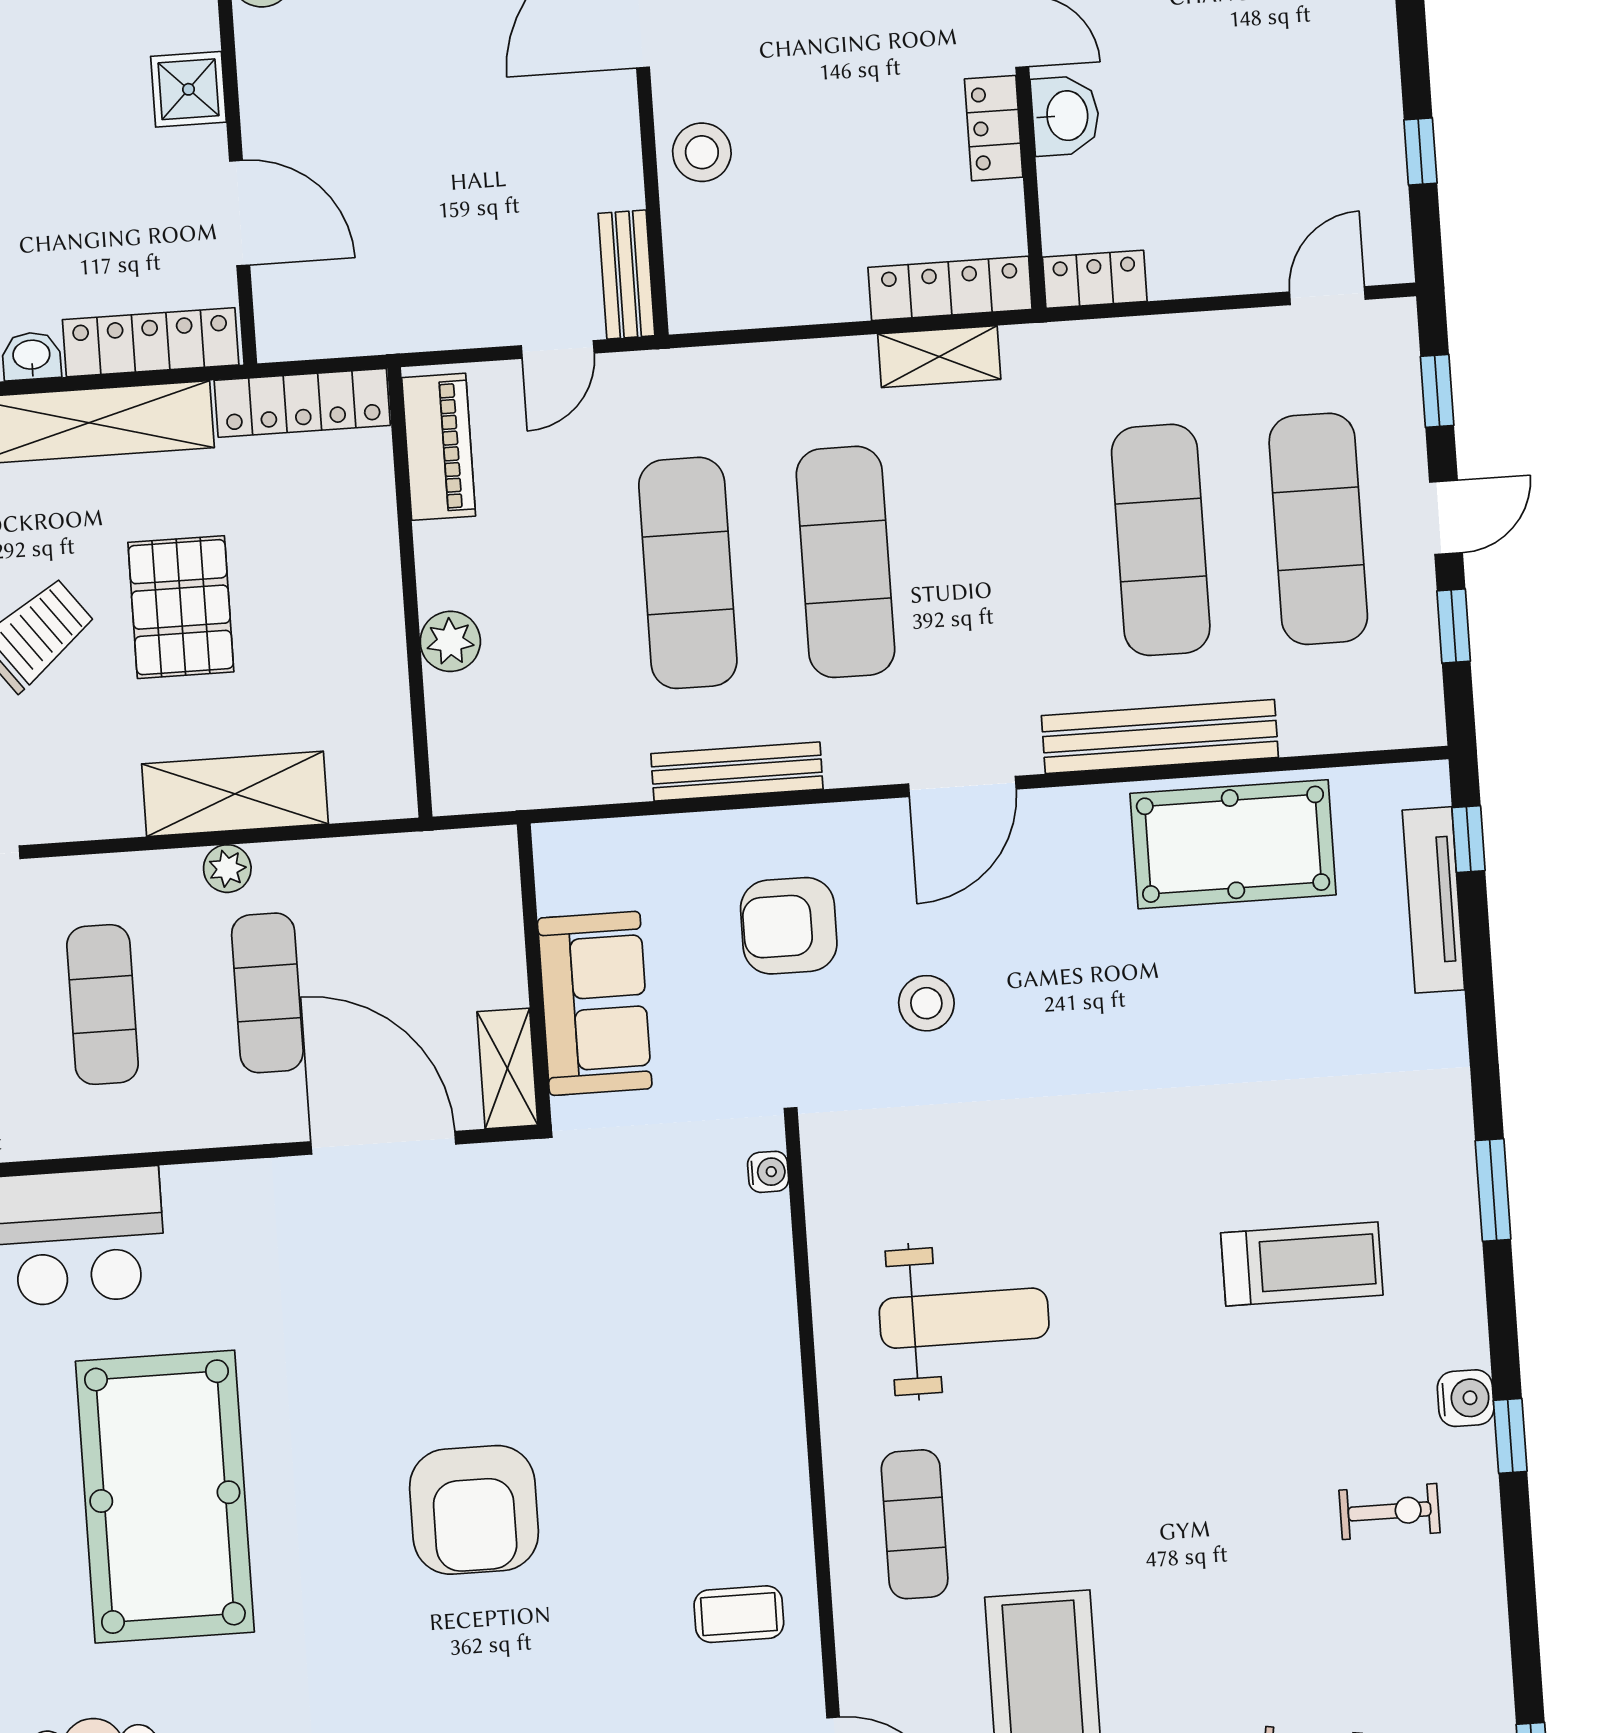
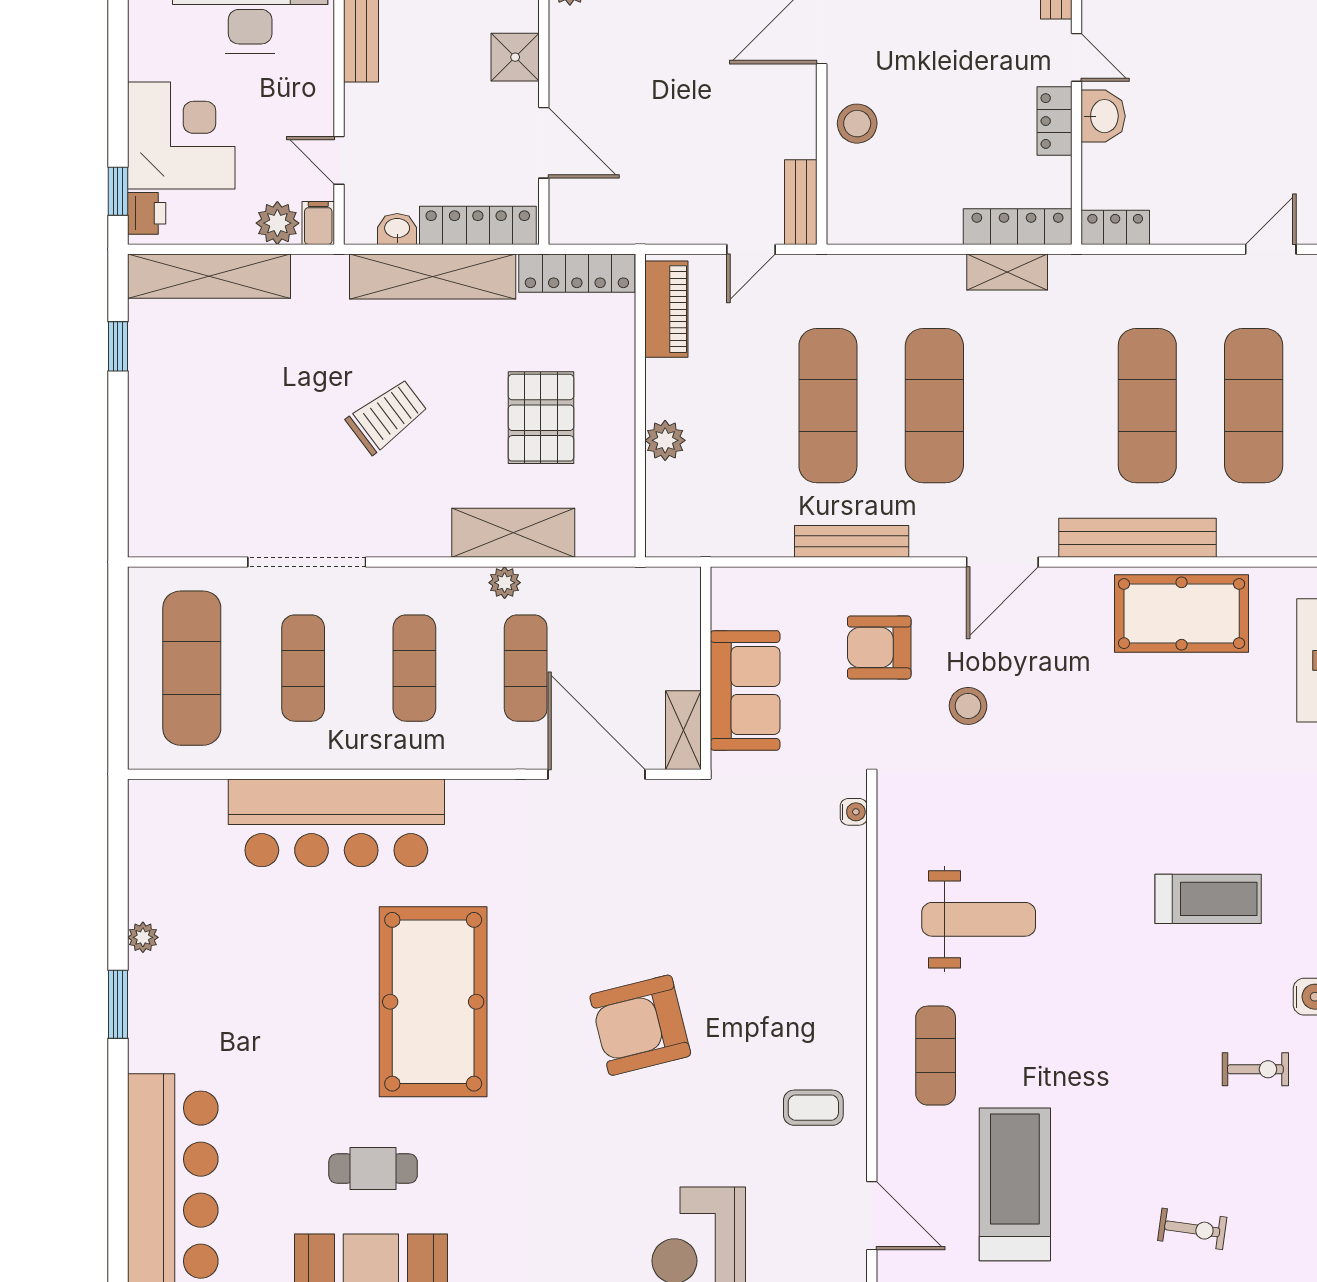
pallet: (181, 607) -> (541, 418), moved
armchair: (474, 1510) -> (640, 1025), turned 76

